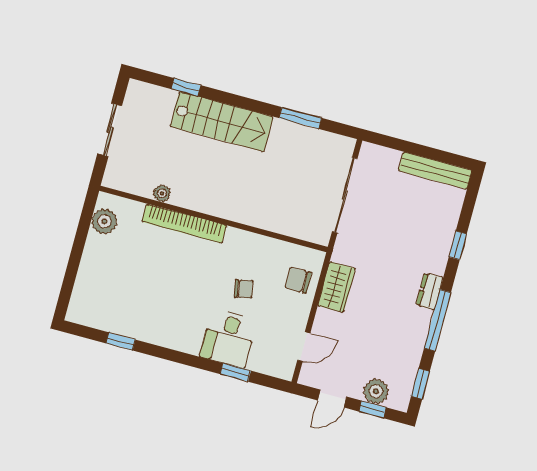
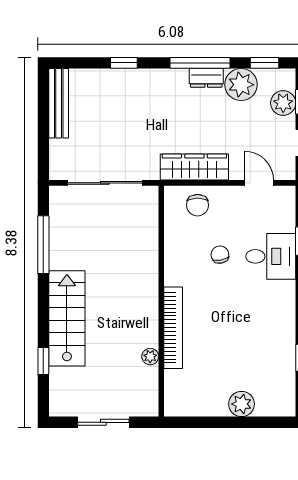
window: (300, 118) -> (43, 245), width x1.44
plant: (104, 221) -> (242, 404), moved
wardrobe: (337, 287) -> (194, 167), width x1.50
dresser: (430, 291) -> (206, 78), moved
plant: (405, 355) -> (241, 85), added

